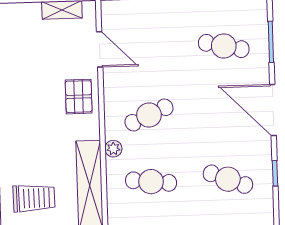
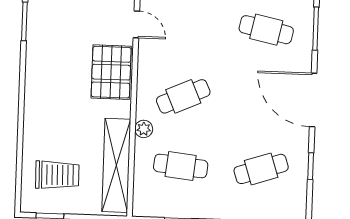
door: (100, 49) -> (136, 24), width x0.73
pallet: (79, 97) -> (111, 72), width x1.50, depth x1.42
cafe table: (228, 179) -> (261, 169), turned -39

